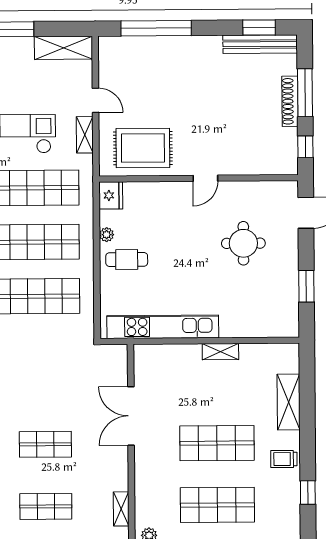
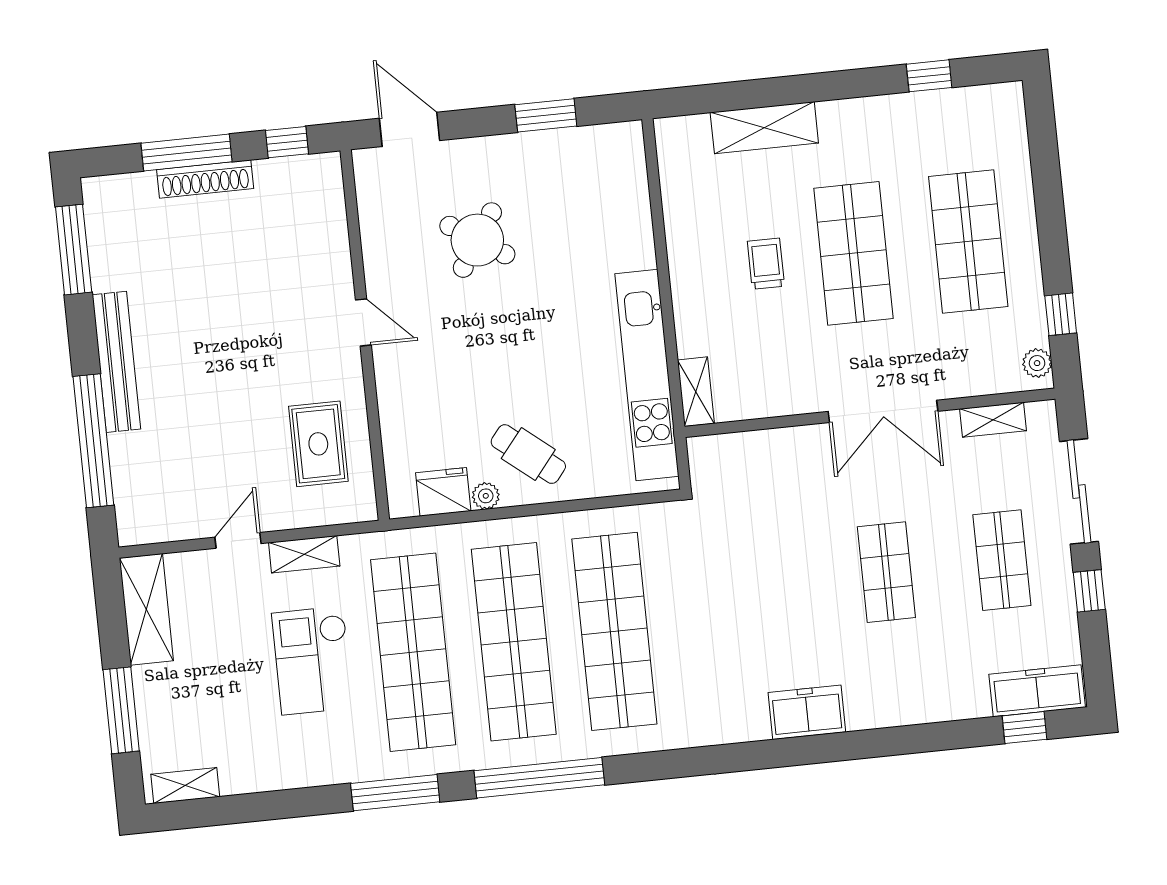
window: (259, 28) -> (74, 250), width x1.44
bench: (260, 44) -> (116, 362), moved
rug: (143, 148) -> (318, 444), width x0.73, depth x0.70
fridge: (111, 195) -> (443, 492), moved
round table: (243, 243) -> (477, 240), turned 33
cafe table: (127, 259) -> (528, 454), turned -51
shelving: (220, 352) -> (696, 392), moved
double door: (131, 416) -> (883, 411), moved
trolley: (284, 459) -> (766, 264), moved, turned 180

